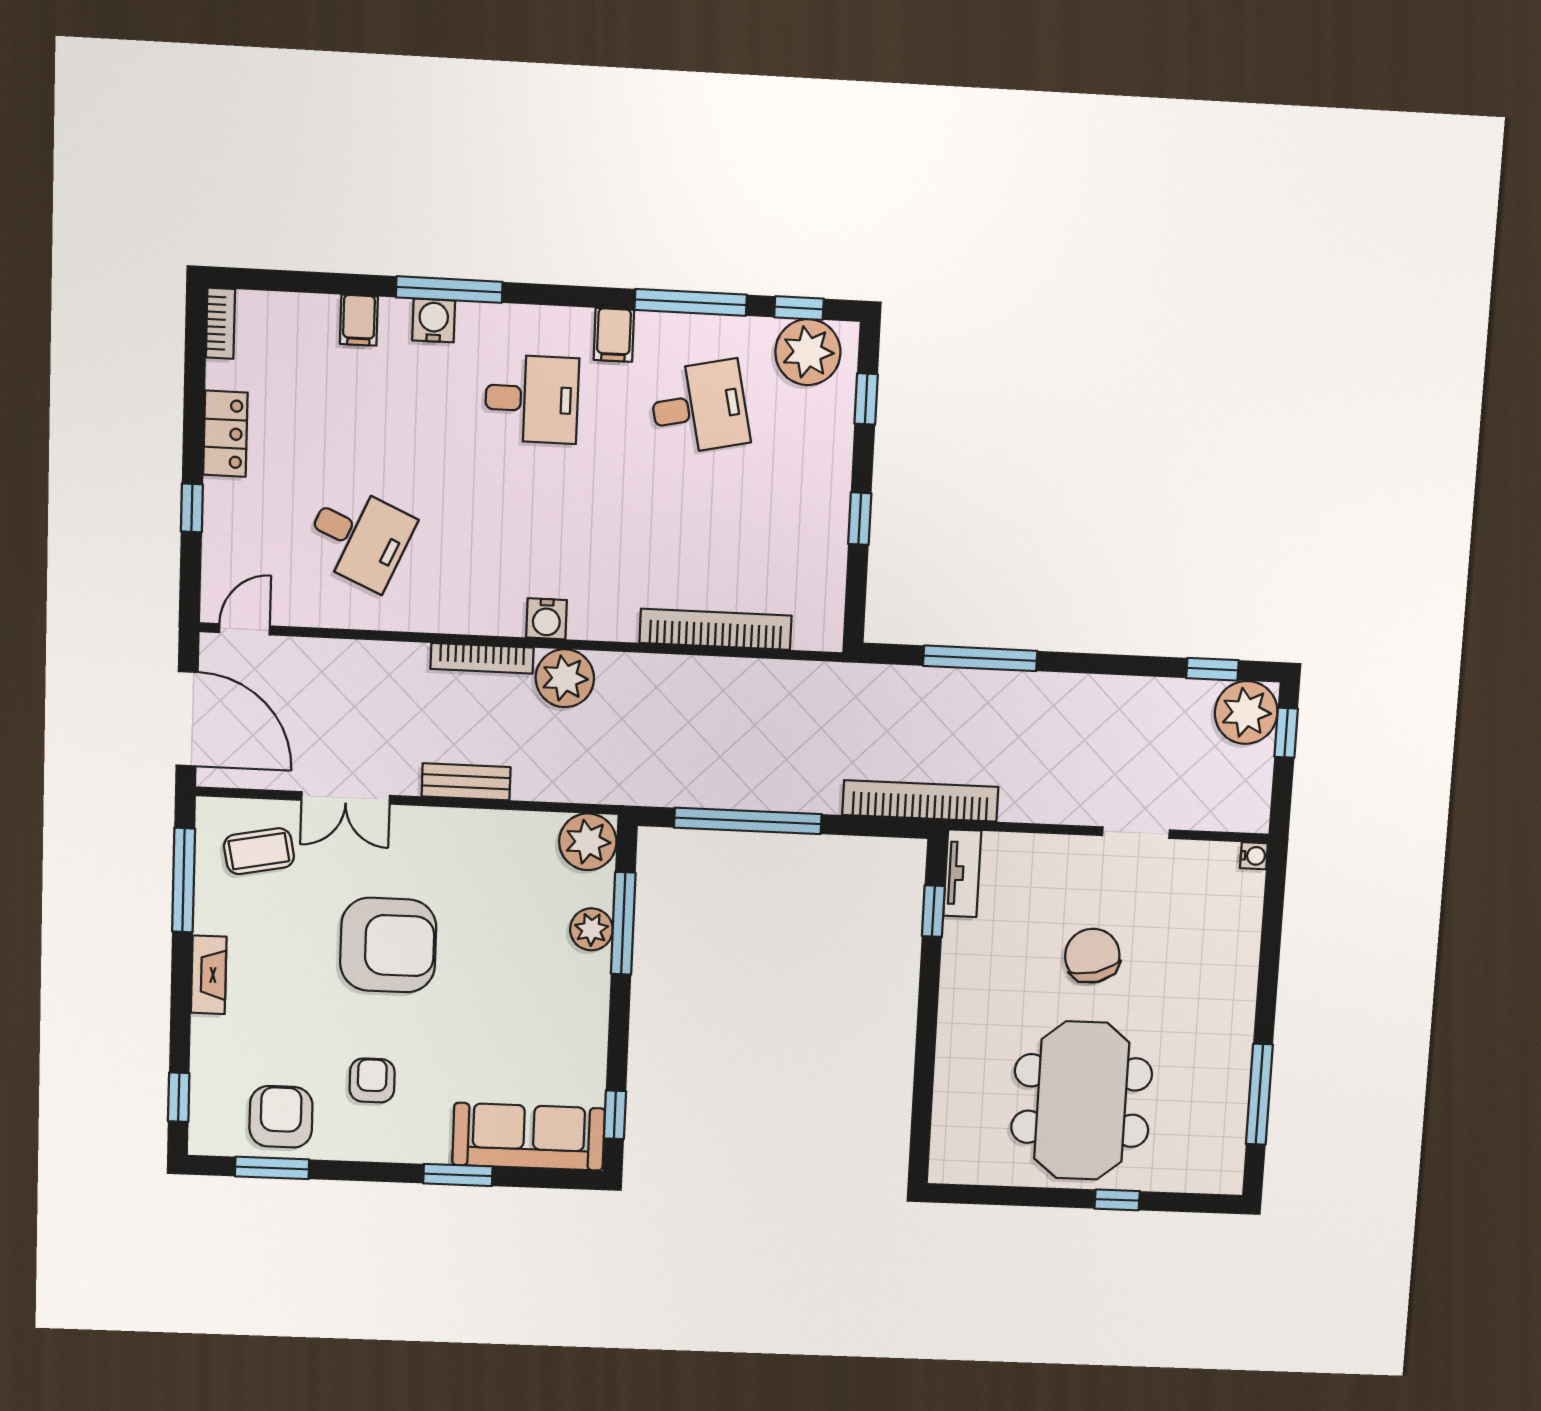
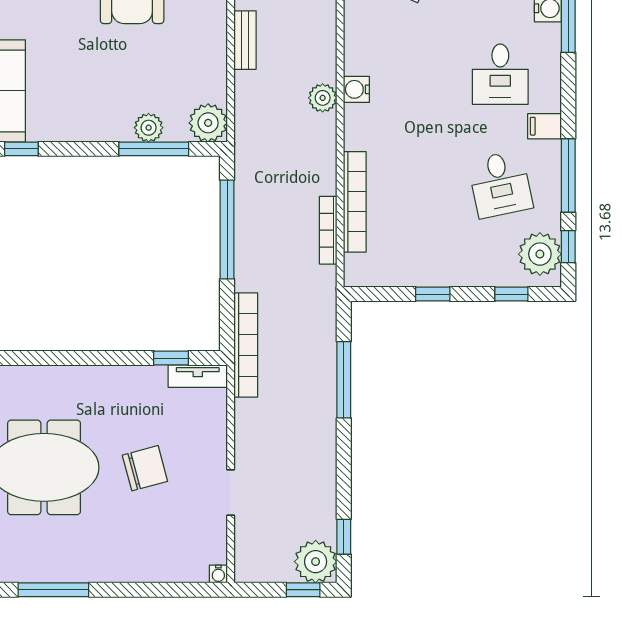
bookcase: (482, 658) -> (328, 230), moved
plant: (565, 678) -> (323, 98), width x0.73, depth x0.73

